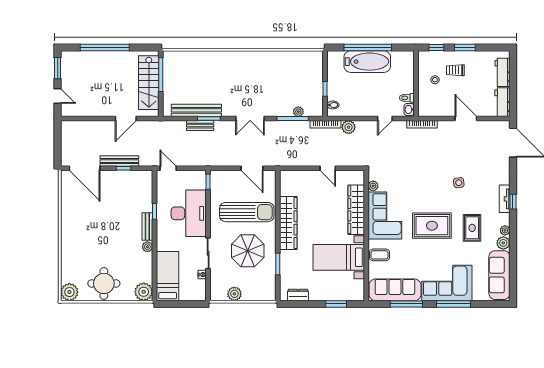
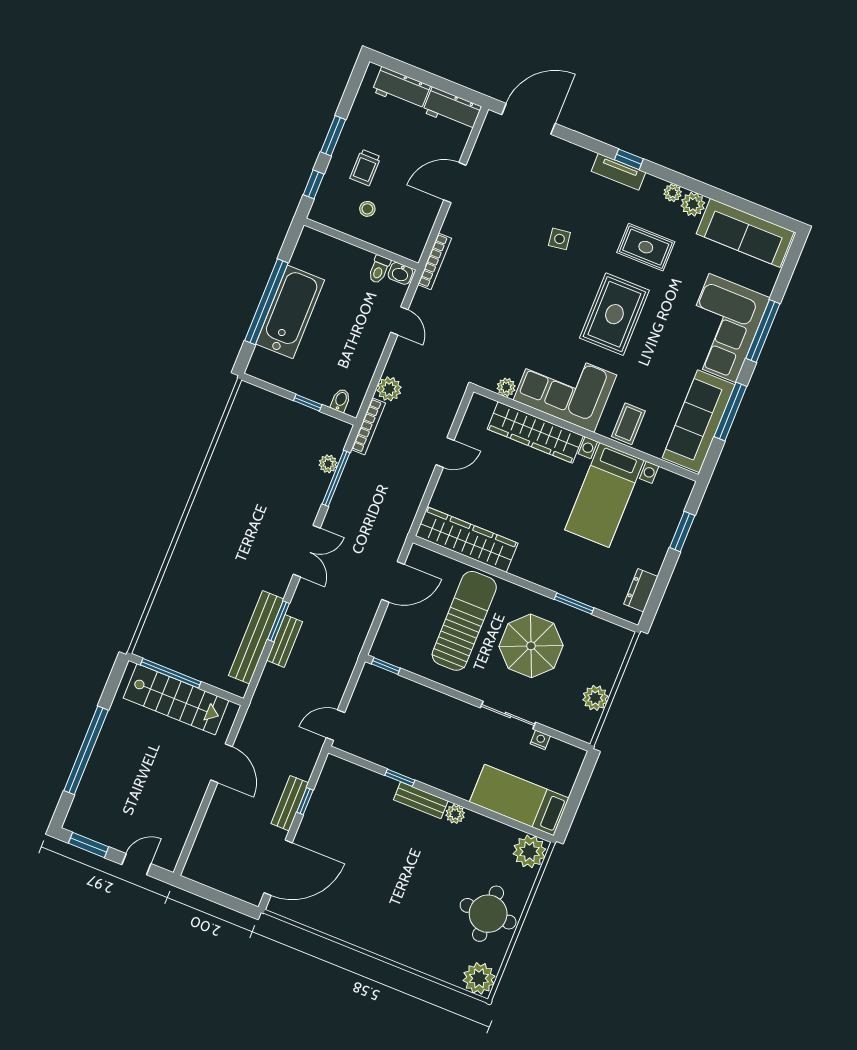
bench: (119, 161) -> (290, 803), width x0.73
desk: (189, 213) -> (427, 721), removed
wardrobe: (288, 223) -> (467, 540), moved

